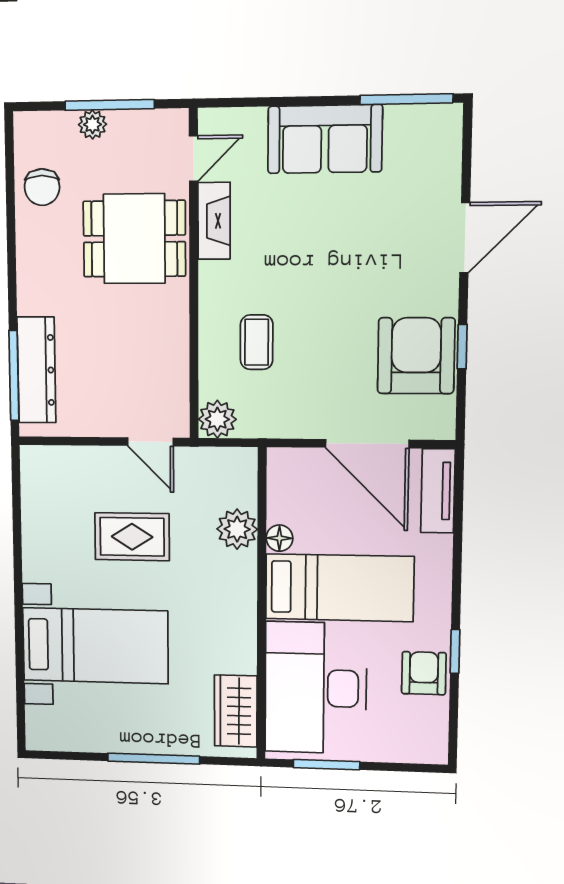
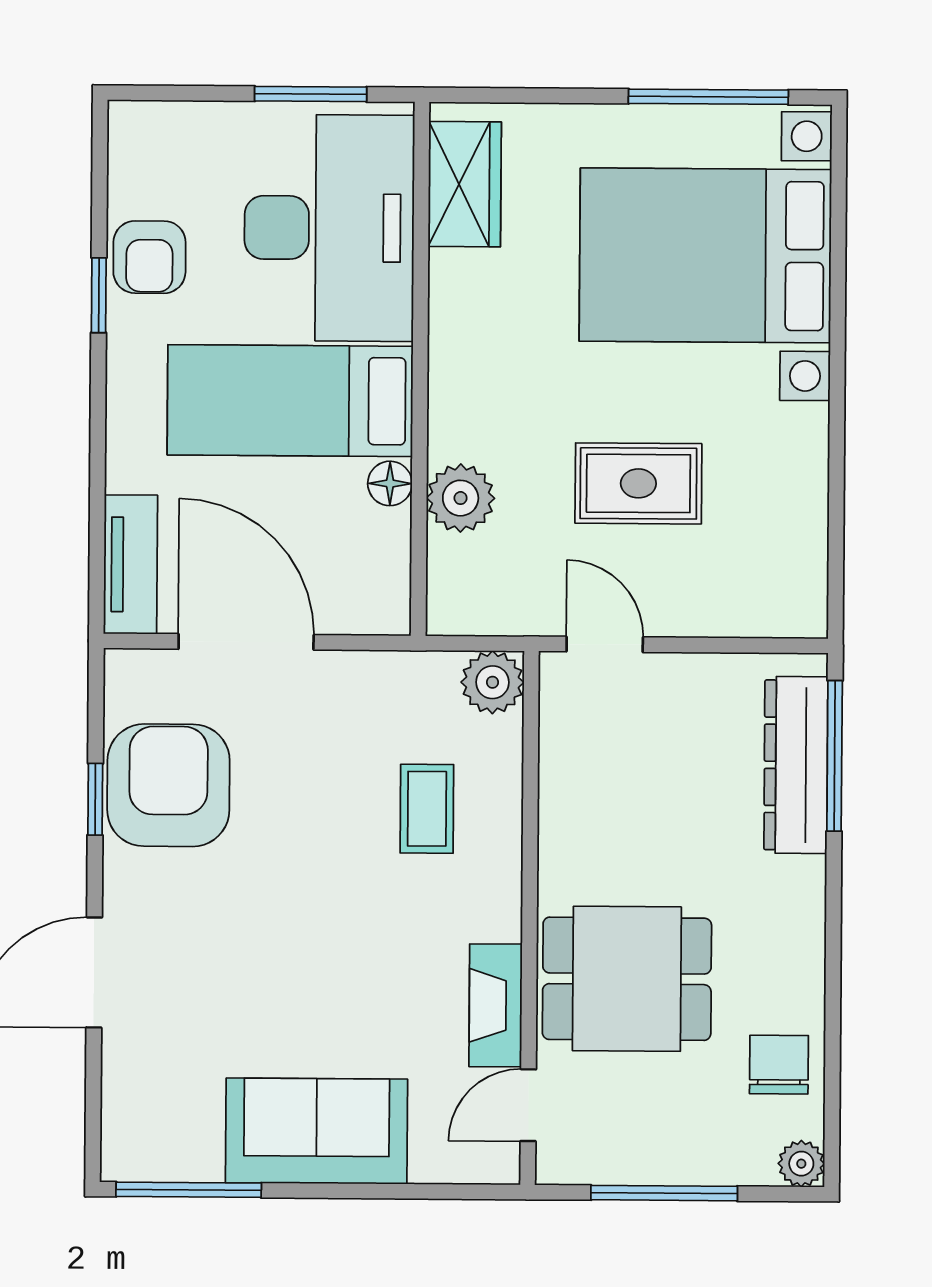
plant: (92, 124) -> (801, 1164), moved
armchair: (416, 356) -> (168, 785), turned 180
bed with nightstands: (95, 646) -> (705, 255), width x1.36
window: (154, 759) -> (708, 97), moved

